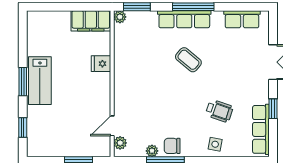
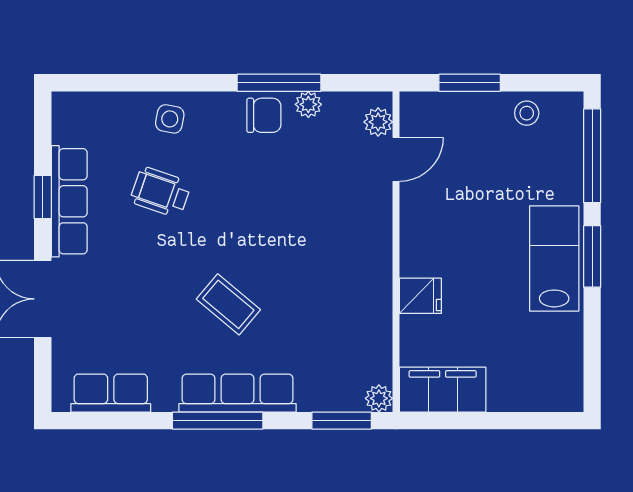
window: (23, 127) -> (592, 156), width x2.17
row of seats: (261, 129) -> (69, 201), moved
stool: (52, 147) -> (527, 113), added

